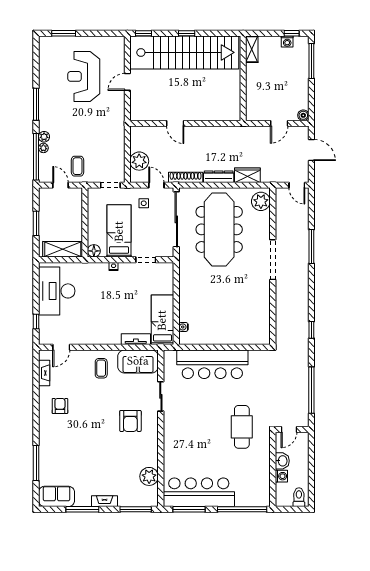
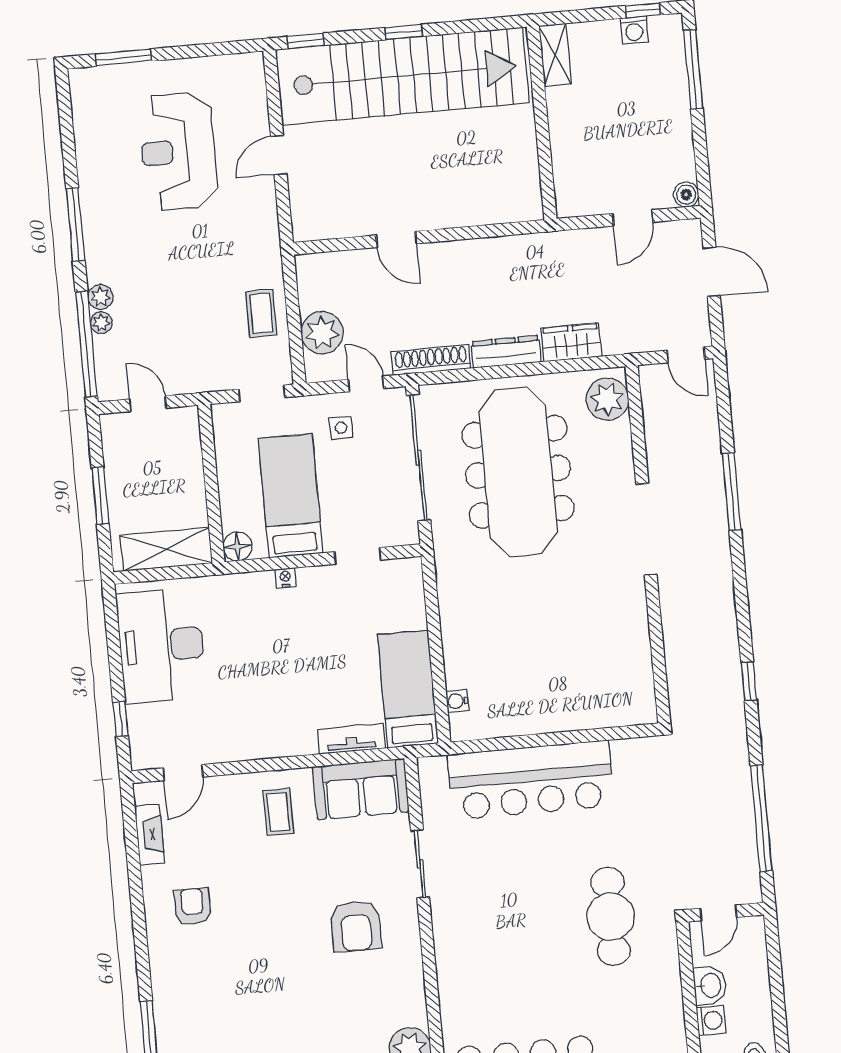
coffee table: (78, 166) -> (261, 313), moved

